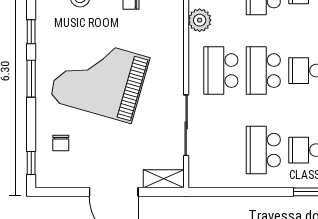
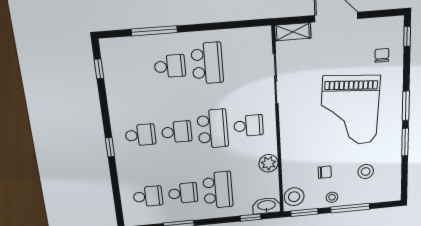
window: (31, 32) -> (405, 142), width x1.50
school desk: (221, 71) -> (248, 126), width x0.54
grand piano: (99, 79) -> (350, 110), turned 78

